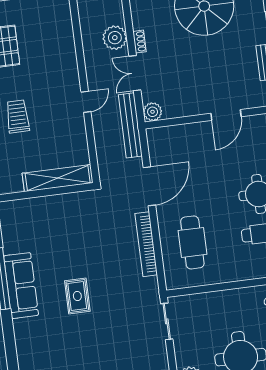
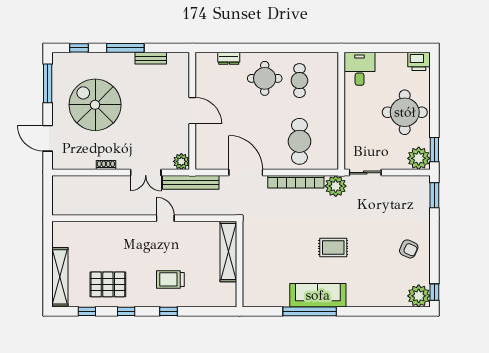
plant: (115, 38) -> (336, 186), moved
shoe rack: (140, 42) -> (106, 165), moved
door: (226, 115) -> (192, 111), moved
cafe table: (192, 242) -> (299, 141), turned 90

